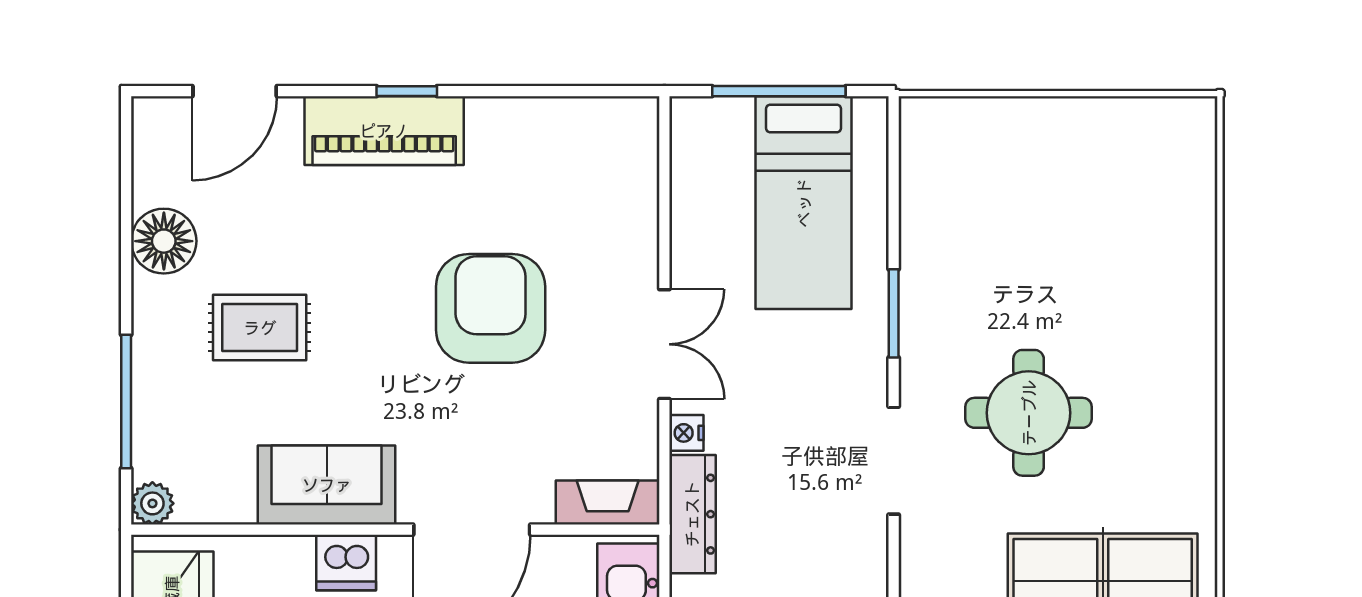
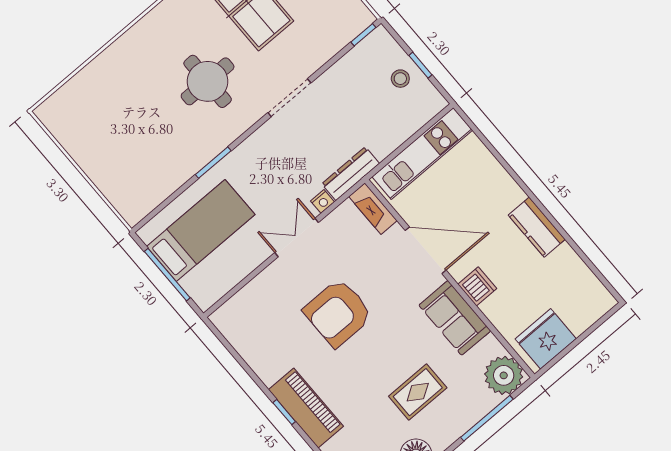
rug: (260, 328) -> (418, 392), turned 90
doorway: (894, 461) -> (289, 98), moved
plant: (152, 503) -> (504, 375), width x1.88, depth x1.88

